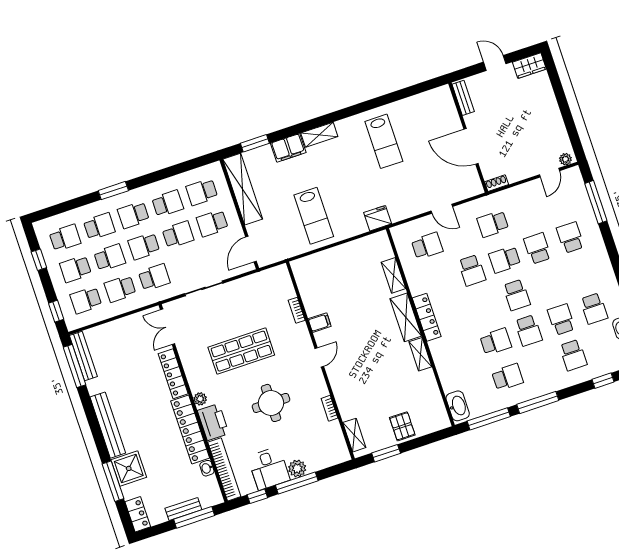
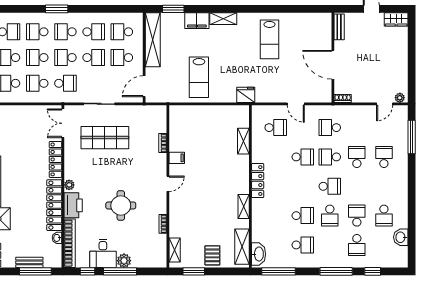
school desk: (99, 226) -> (37, 32), turned 180
school desk: (110, 258) -> (37, 58), turned 180
school desk: (472, 270) -> (303, 157), turned -90
school desk: (517, 295) -> (330, 186), turned -90
shelving: (406, 317) -> (242, 247), moved
shop shelf: (241, 351) -> (105, 138), moved
window: (538, 402) -> (336, 271), moved

